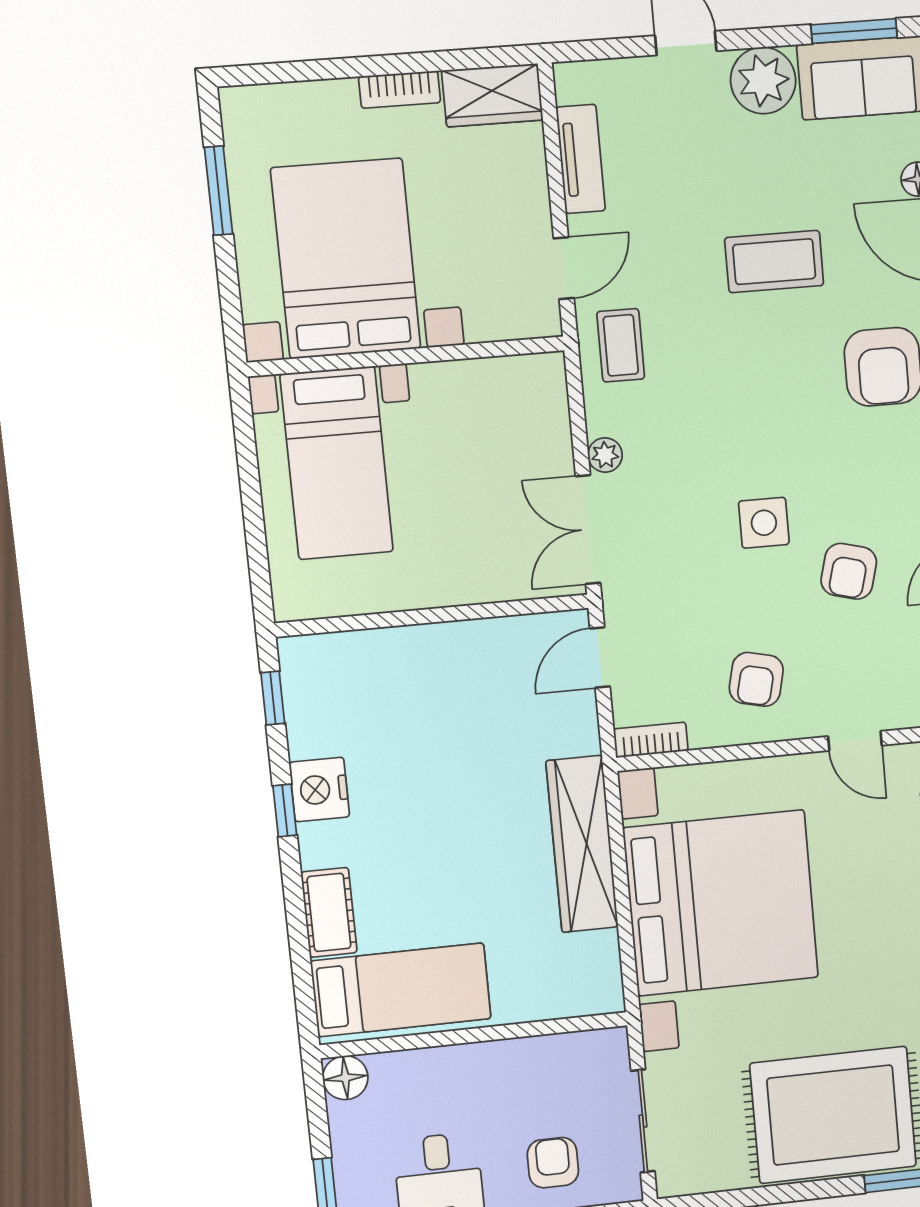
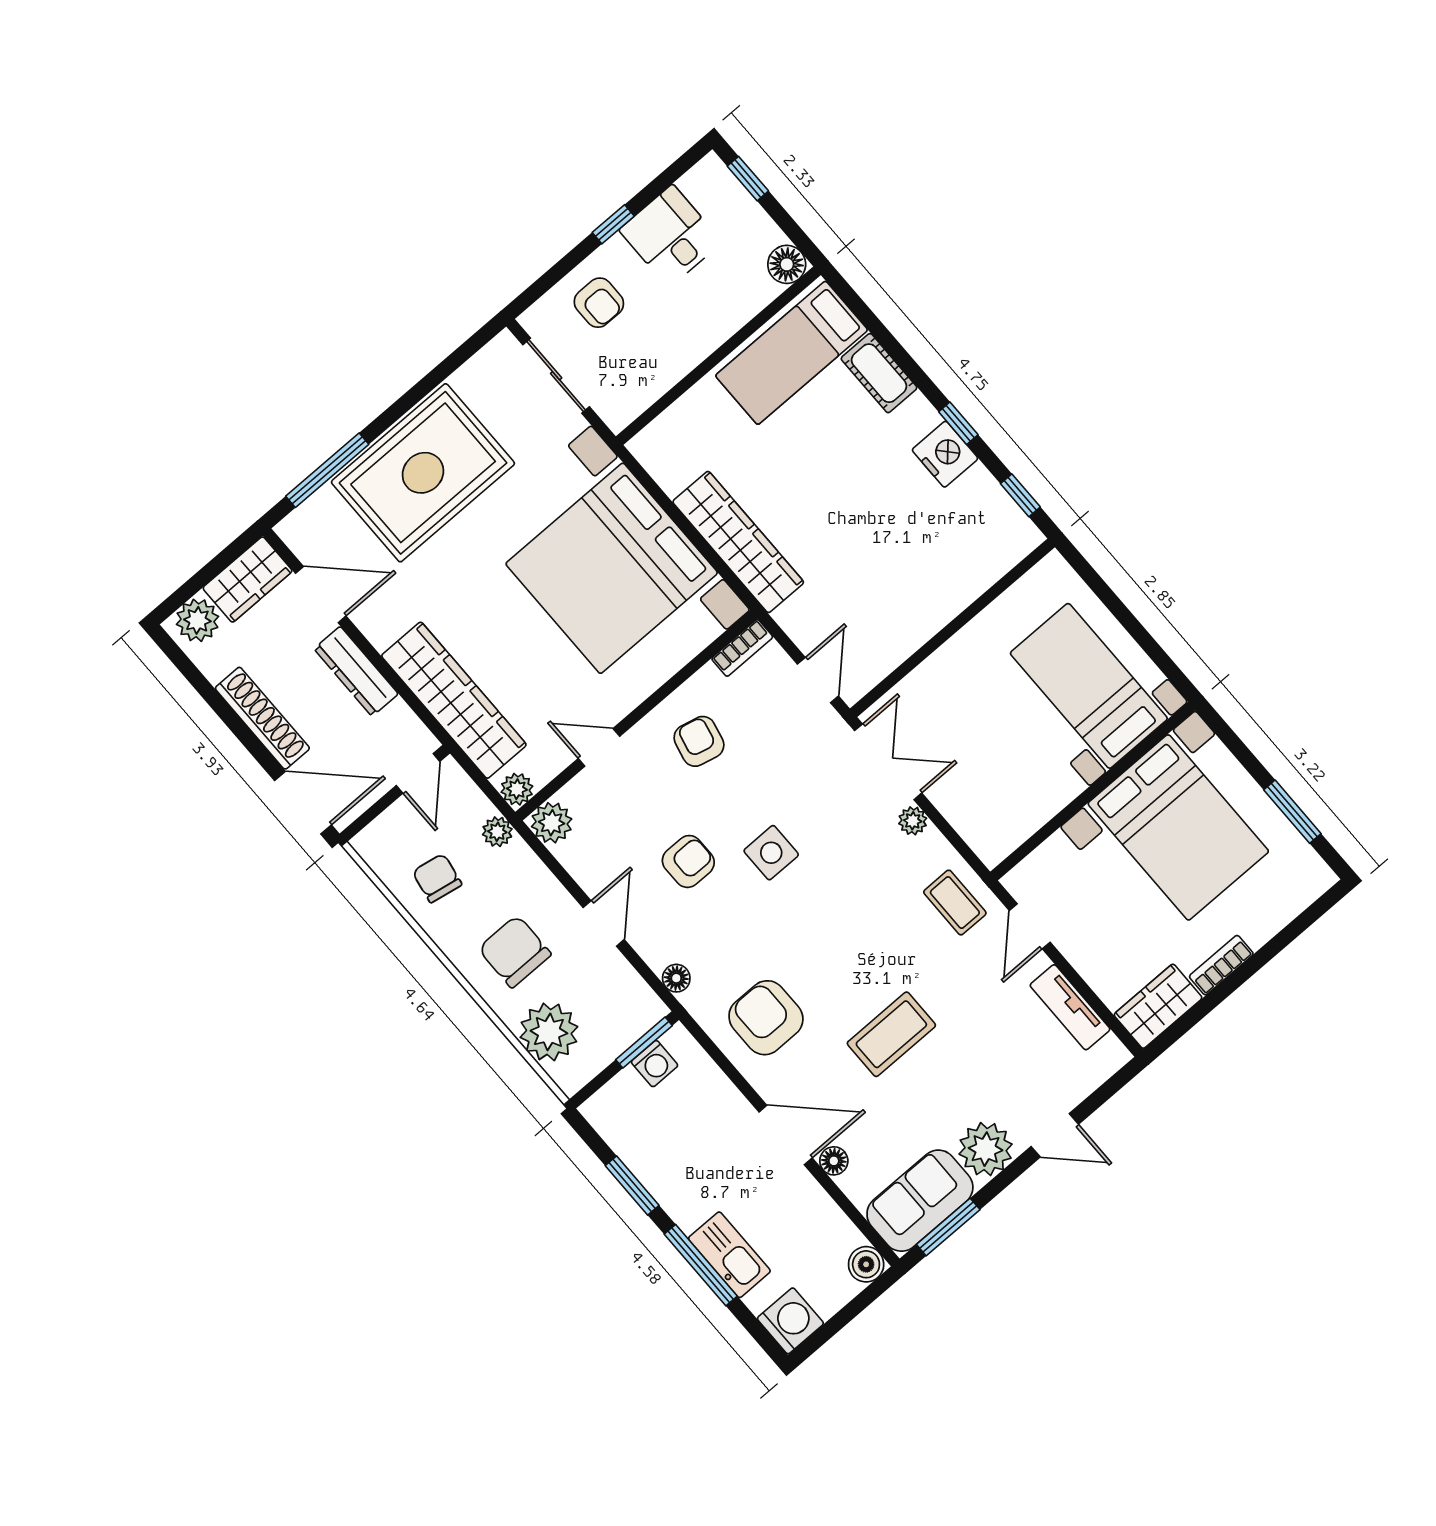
armchair: (849, 571) -> (688, 861), turned 75

